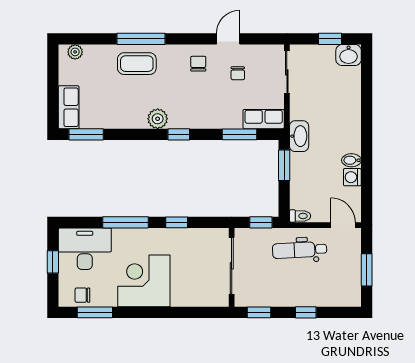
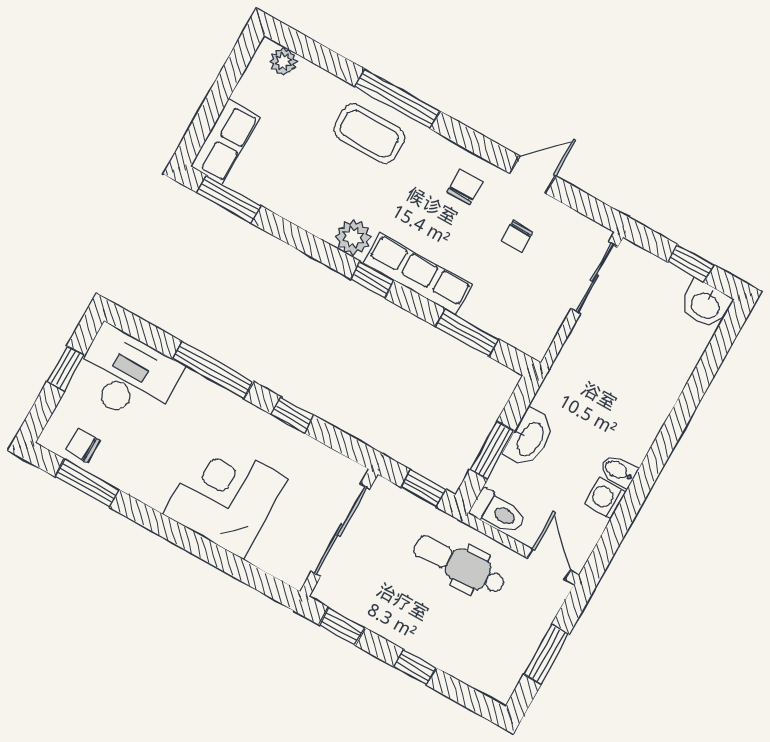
row of seats: (264, 119) -> (418, 274), moved, width x1.48
washbasin: (299, 136) -> (529, 438), moved
window: (284, 165) -> (492, 450), moved
toilet: (300, 216) -> (498, 512), width x1.37, depth x1.39
corner desk: (144, 281) -> (225, 496), moved

